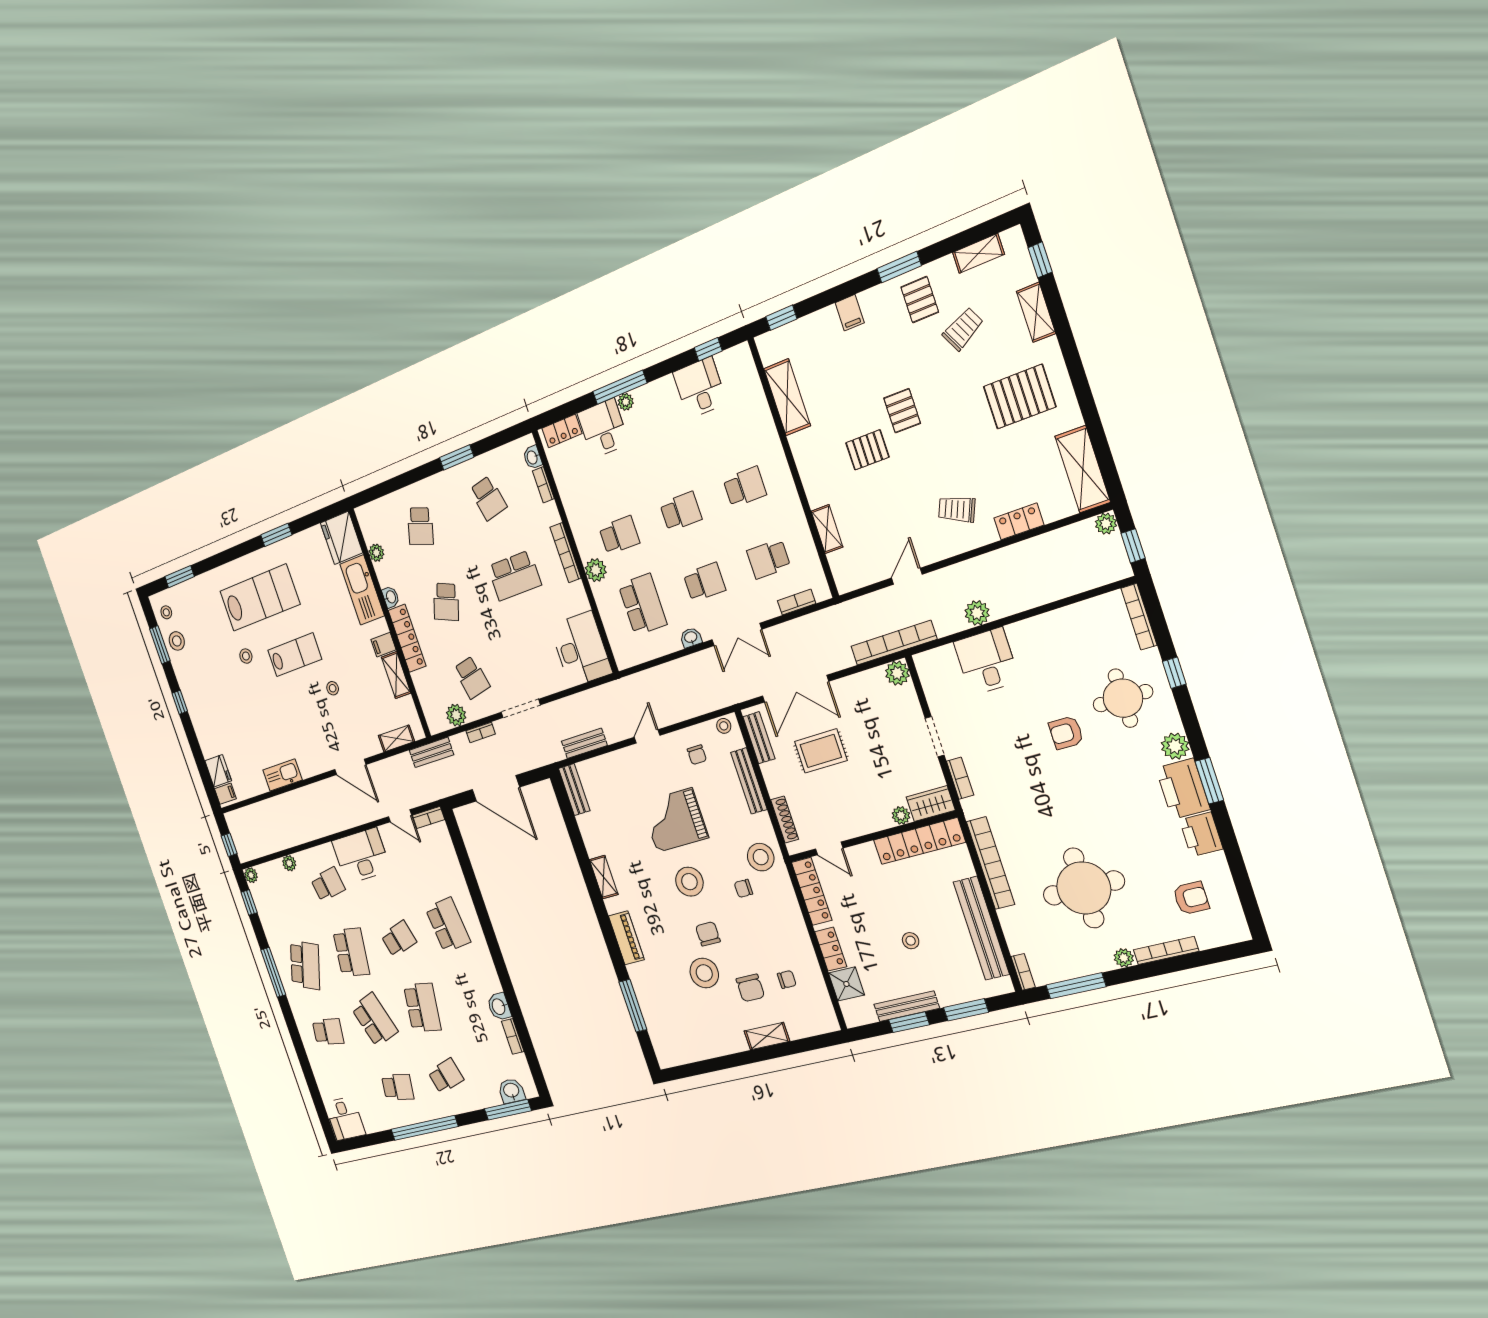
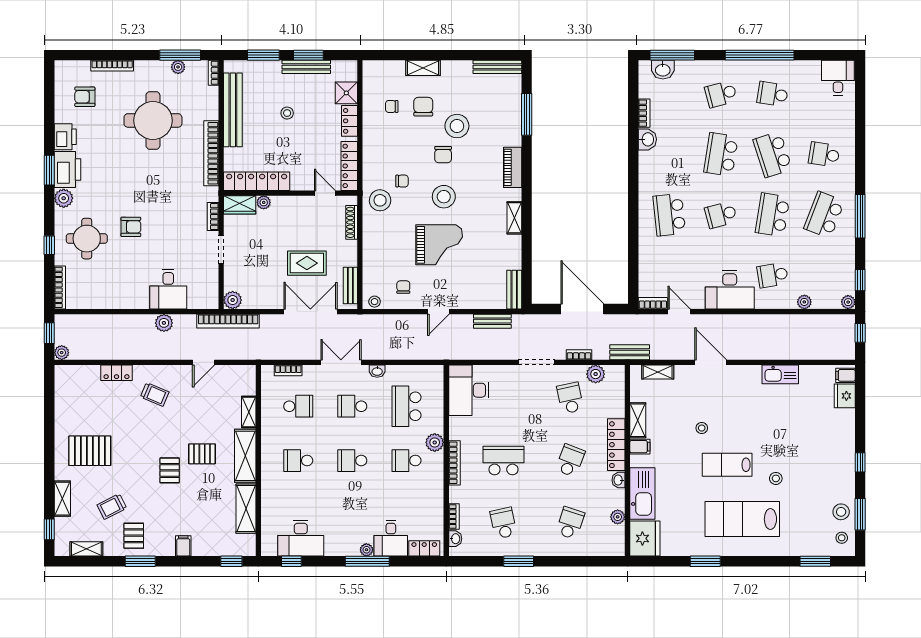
desk: (700, 388) -> (301, 538), width x1.37
shelving: (1083, 469) -> (245, 456), moved
bench: (749, 781) -> (497, 67), moved, turned 90
plant: (1124, 958) -> (178, 67), moved

